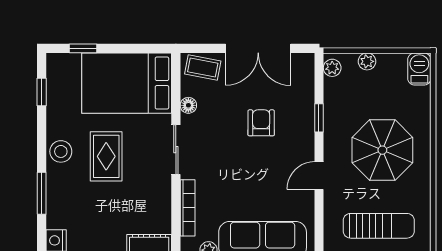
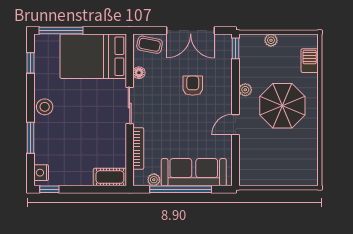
window: (83, 48) -> (61, 31), width x2.17
plant: (332, 68) -> (245, 90), moved
barbecue: (419, 69) -> (310, 61), moved
window: (319, 118) -> (236, 48), moved
rug: (106, 156) -> (78, 110), removed
sun lounger: (379, 226) -> (280, 162), removed

